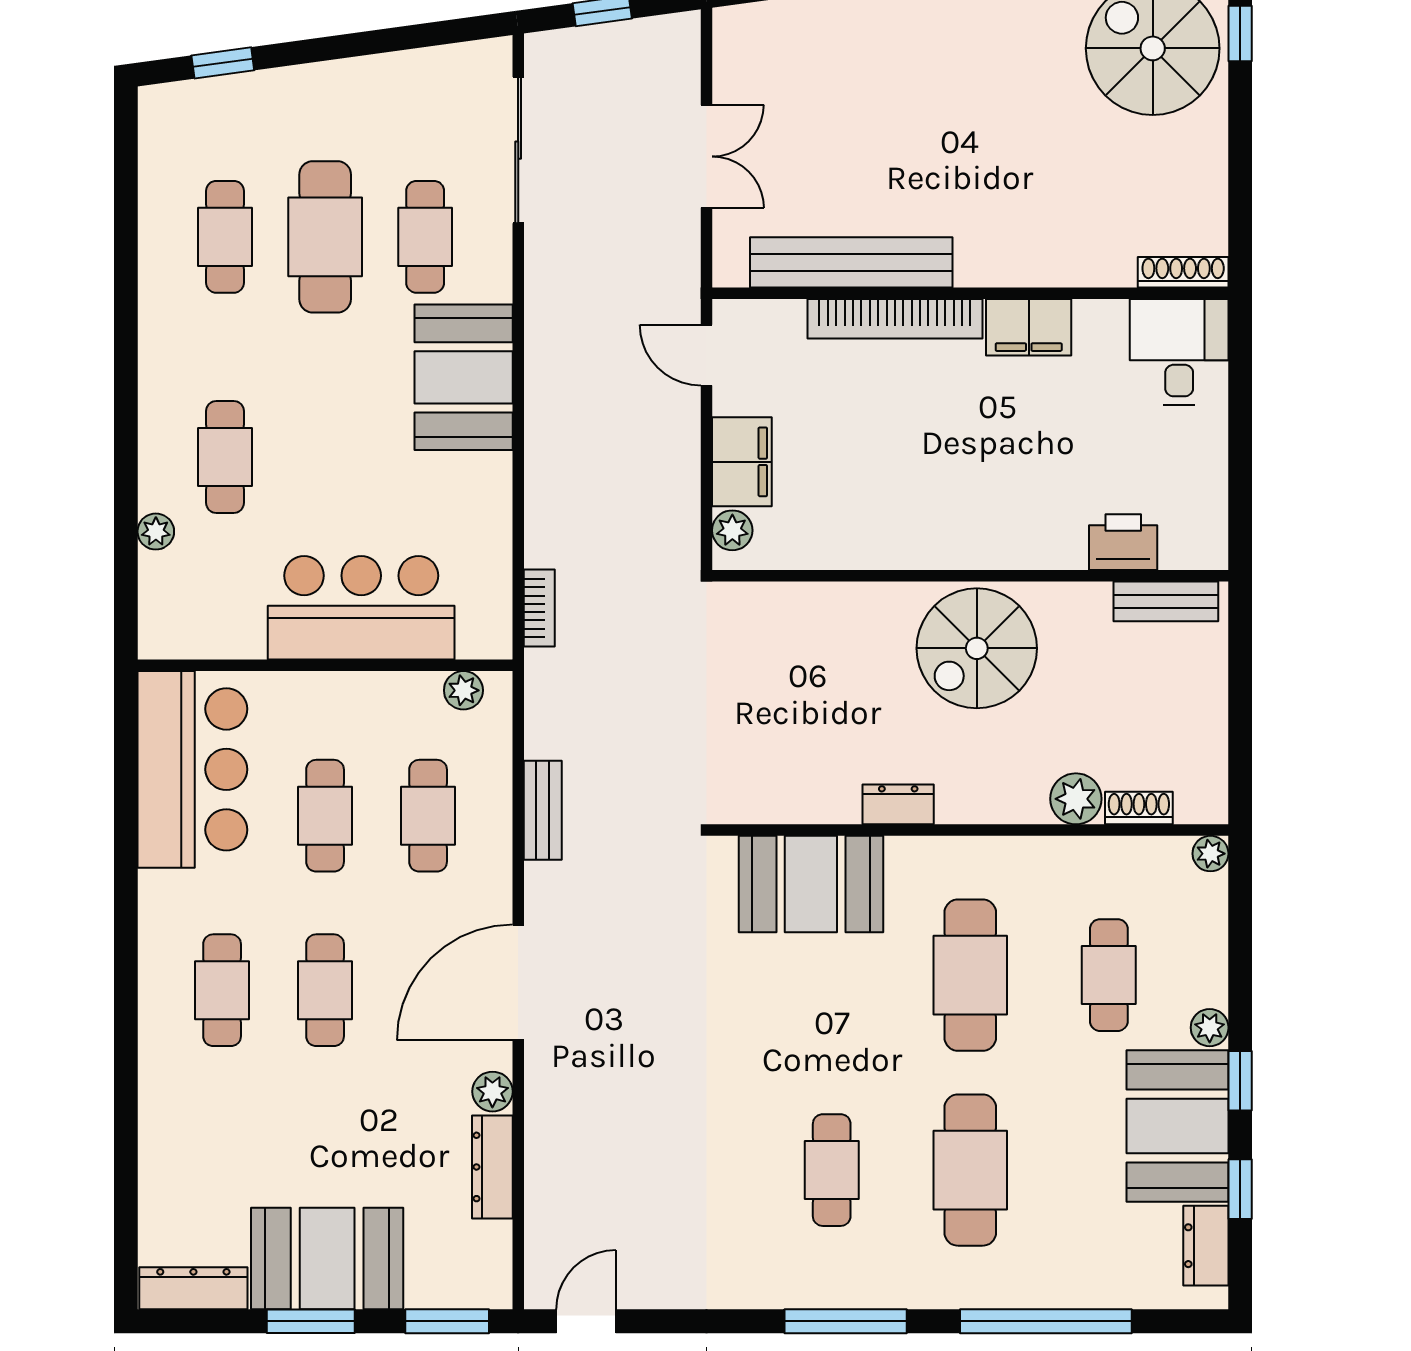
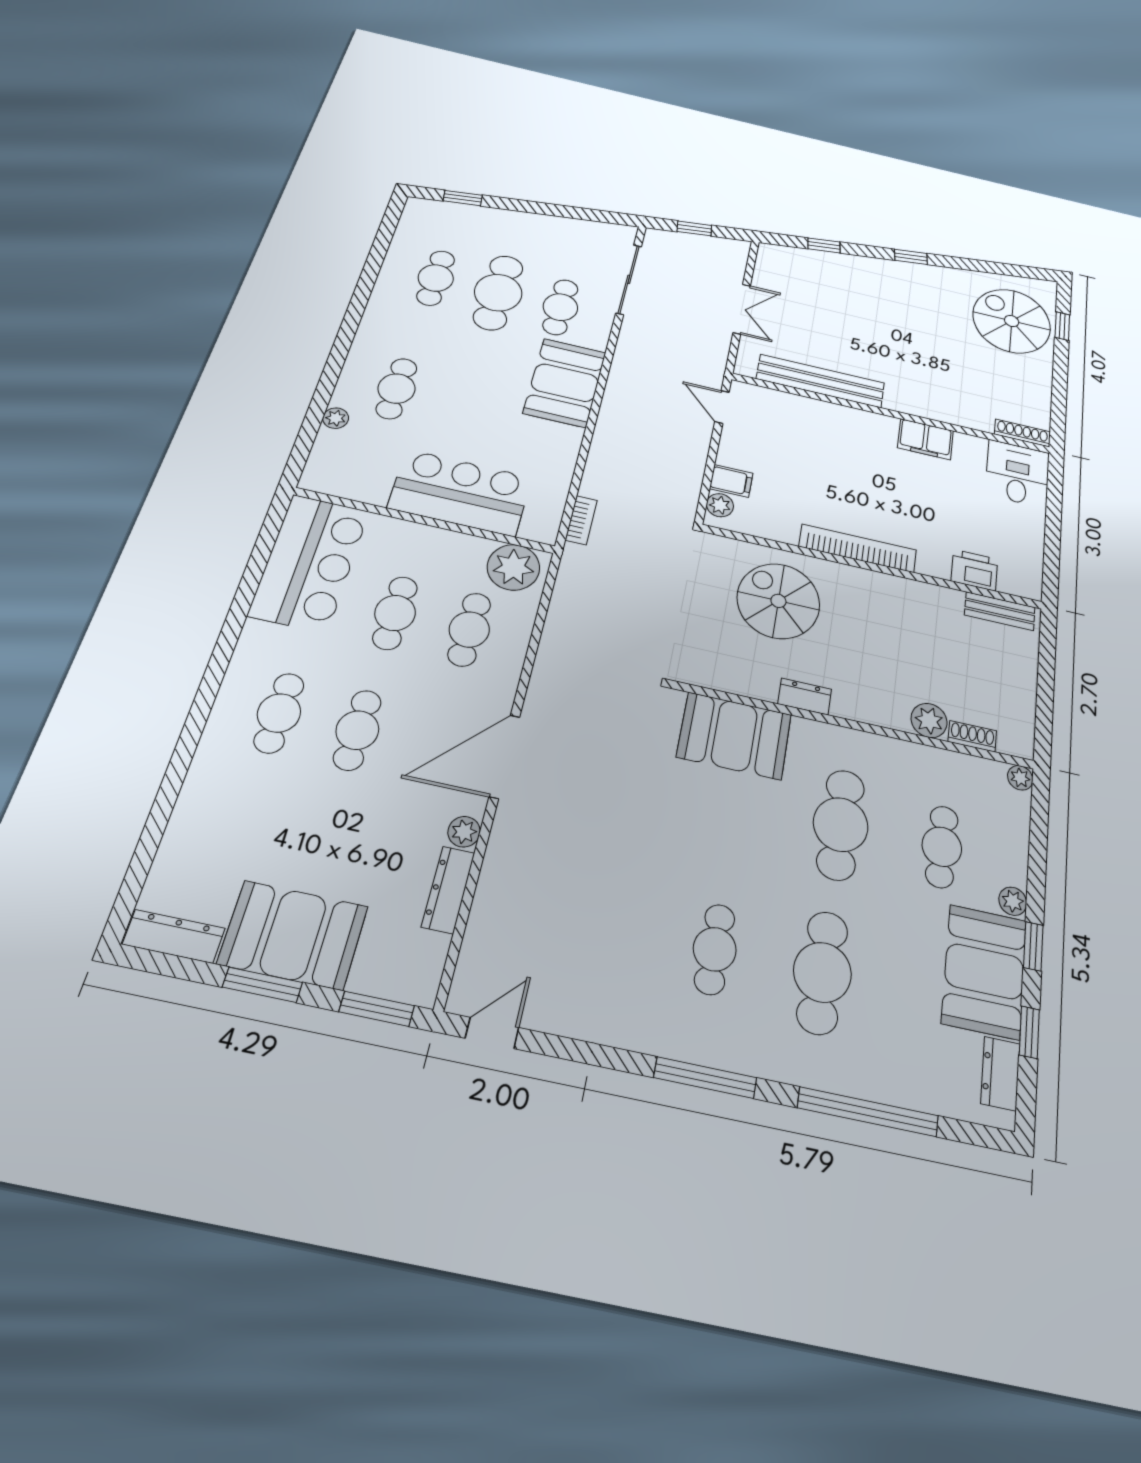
bookcase: (895, 319) -> (858, 548), moved, turned 180
filing cabinet: (742, 462) -> (731, 481), width x0.50
spiral stairs: (977, 648) -> (778, 601), moved, turned 90
plant: (463, 690) -> (513, 567), width x1.88, depth x1.88
bench: (543, 810) -> (552, 644), removed

